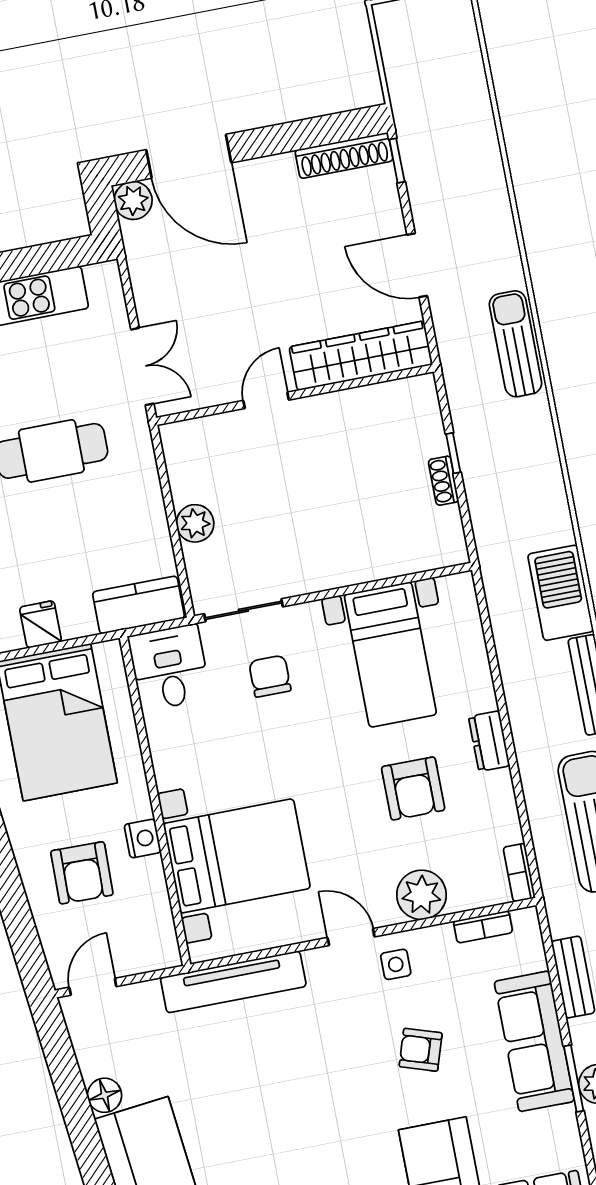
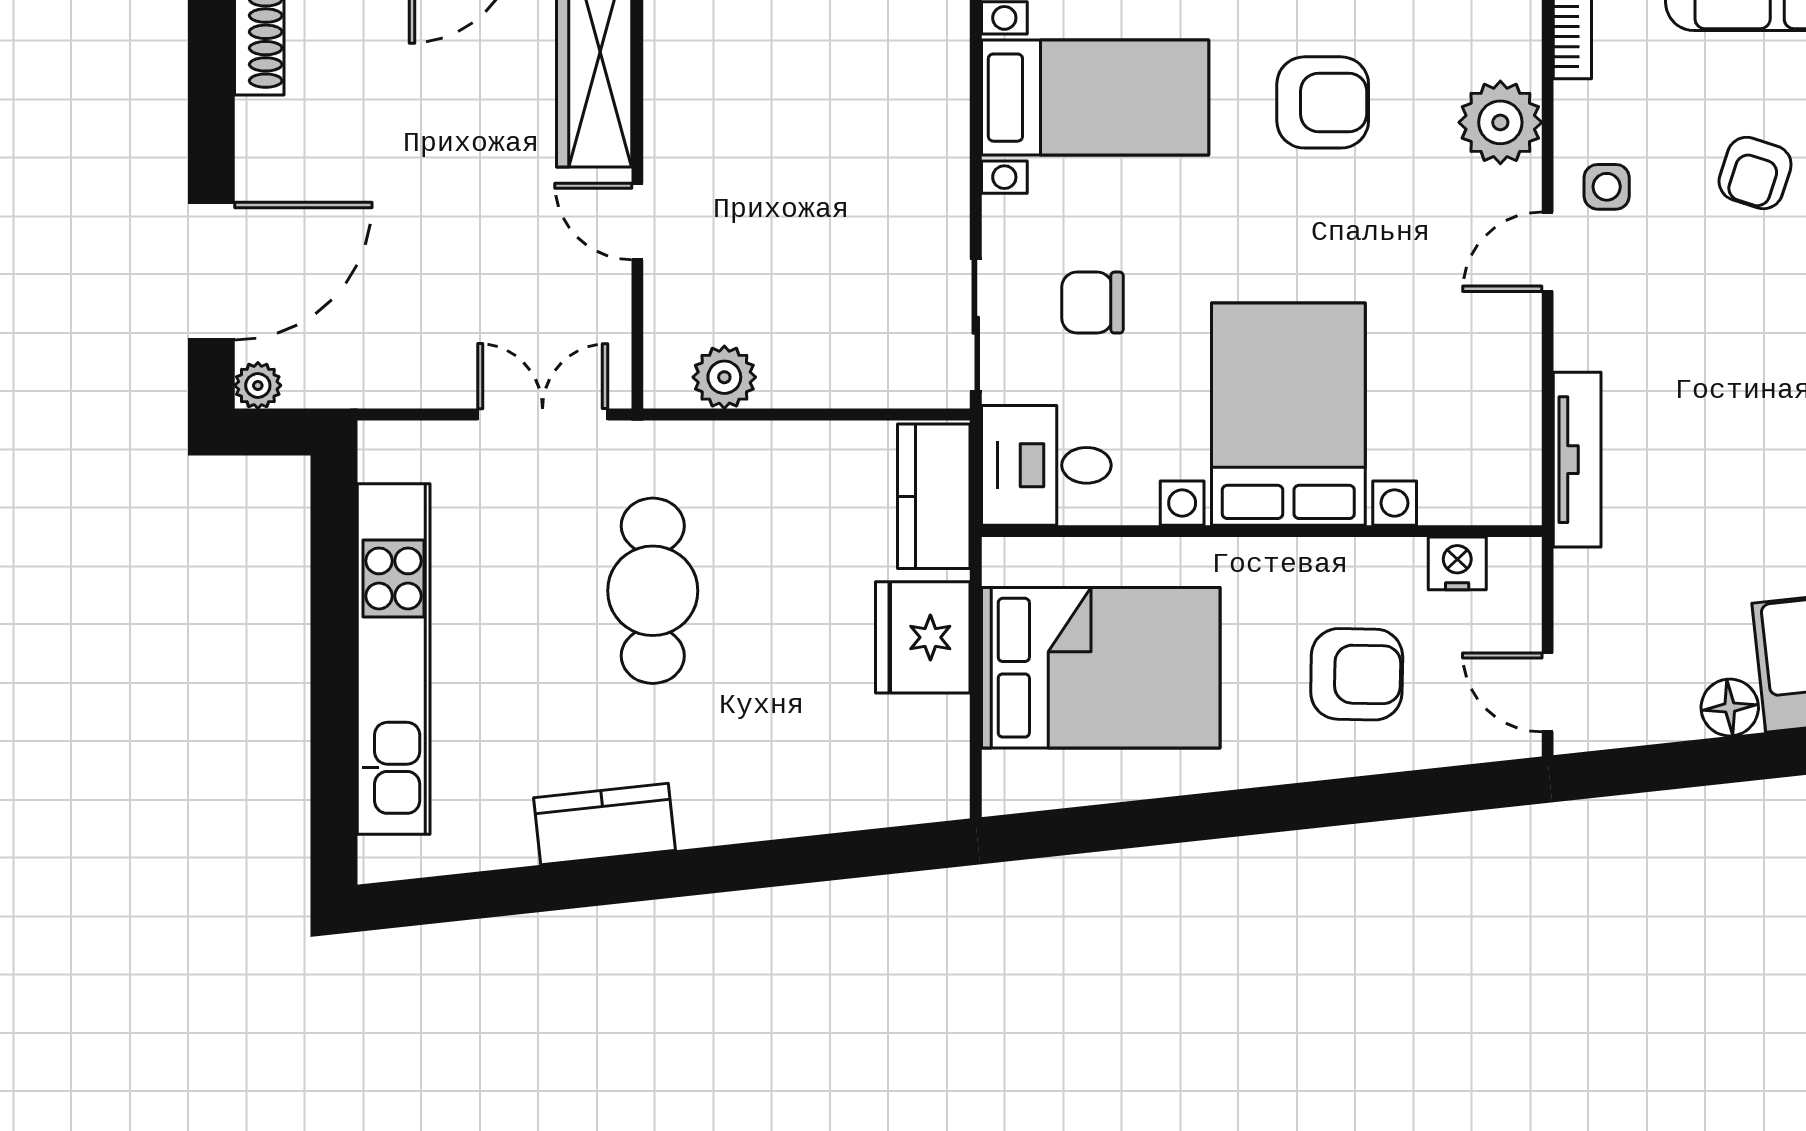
plant: (133, 200) -> (258, 385), width x0.73, depth x0.73
plant: (195, 523) -> (724, 377), moved
fridge: (41, 624) -> (923, 637), width x1.88, depth x1.34
nightstand: (143, 838) -> (1457, 563), moved
bed with nightstands: (237, 856) -> (1288, 414), moved
tv unit: (233, 982) -> (1577, 460), width x0.73, depth x0.78

